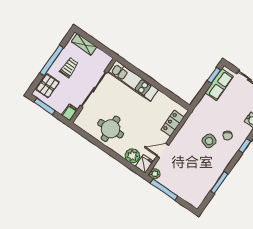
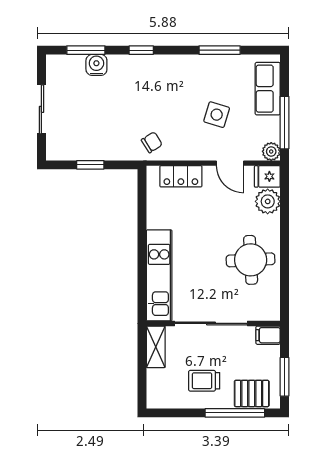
shelving: (84, 44) -> (156, 347), moved
window: (52, 60) -> (235, 413), moved
window: (214, 75) -> (90, 165), moved
row of seats: (219, 85) -> (268, 89), moved, turned -90
chair: (228, 136) -> (152, 142), moved
side table: (209, 141) -> (217, 115), moved

